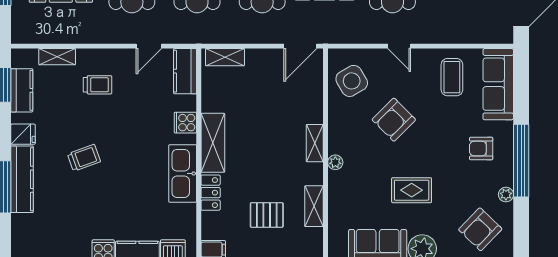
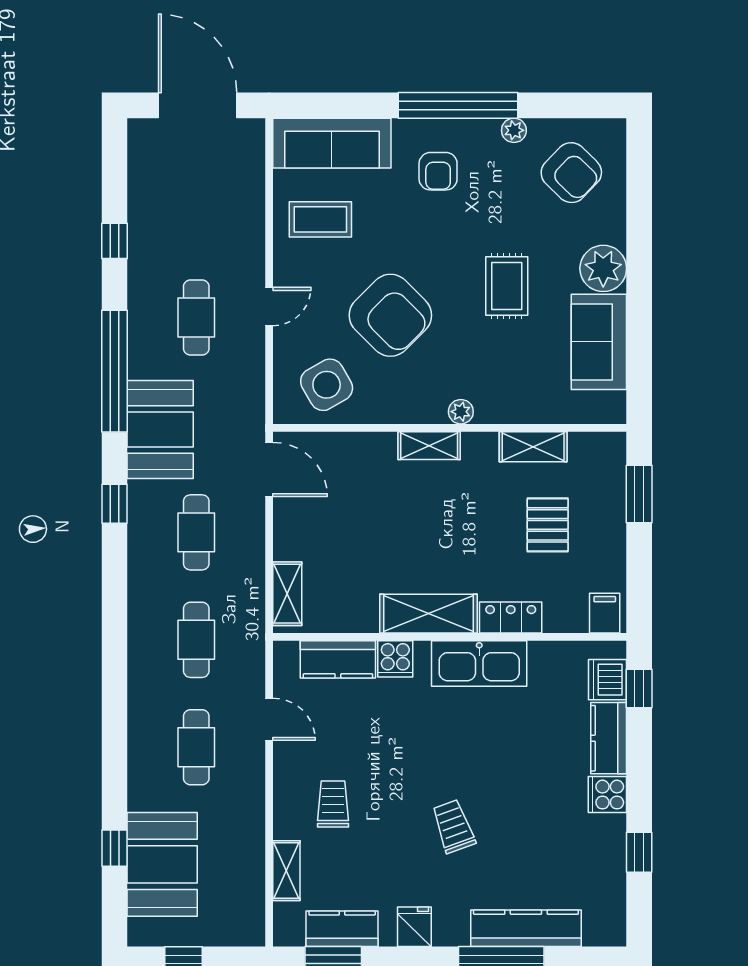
kitchen counter: (185, 71) -> (338, 659), moved
armchair: (394, 120) -> (390, 315), width x1.36, depth x1.36
kitchen counter: (22, 179) -> (526, 928), moved

